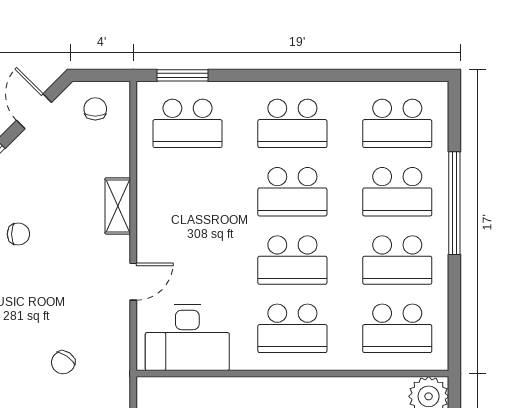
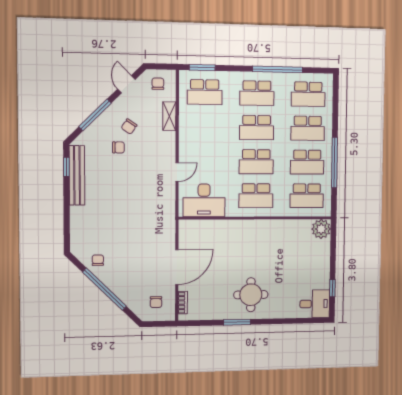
window: (334, 75) -> (278, 69), added
window: (454, 203) -> (334, 163), moved
shelving: (118, 206) -> (169, 116), moved
chair: (63, 362) -> (129, 127), moved

